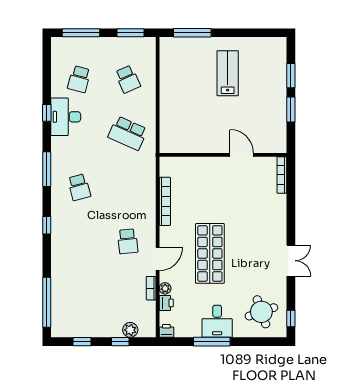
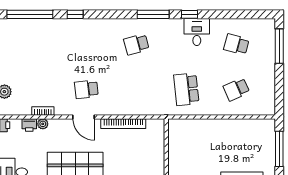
window: (131, 33) -> (279, 92), removed
window: (47, 113) -> (190, 14), moved
desk: (66, 117) -> (197, 32), width x0.73
school desk: (128, 133) -> (186, 89), turned -30
window: (47, 225) -> (75, 14), moved
door: (158, 259) -> (84, 117), moved

